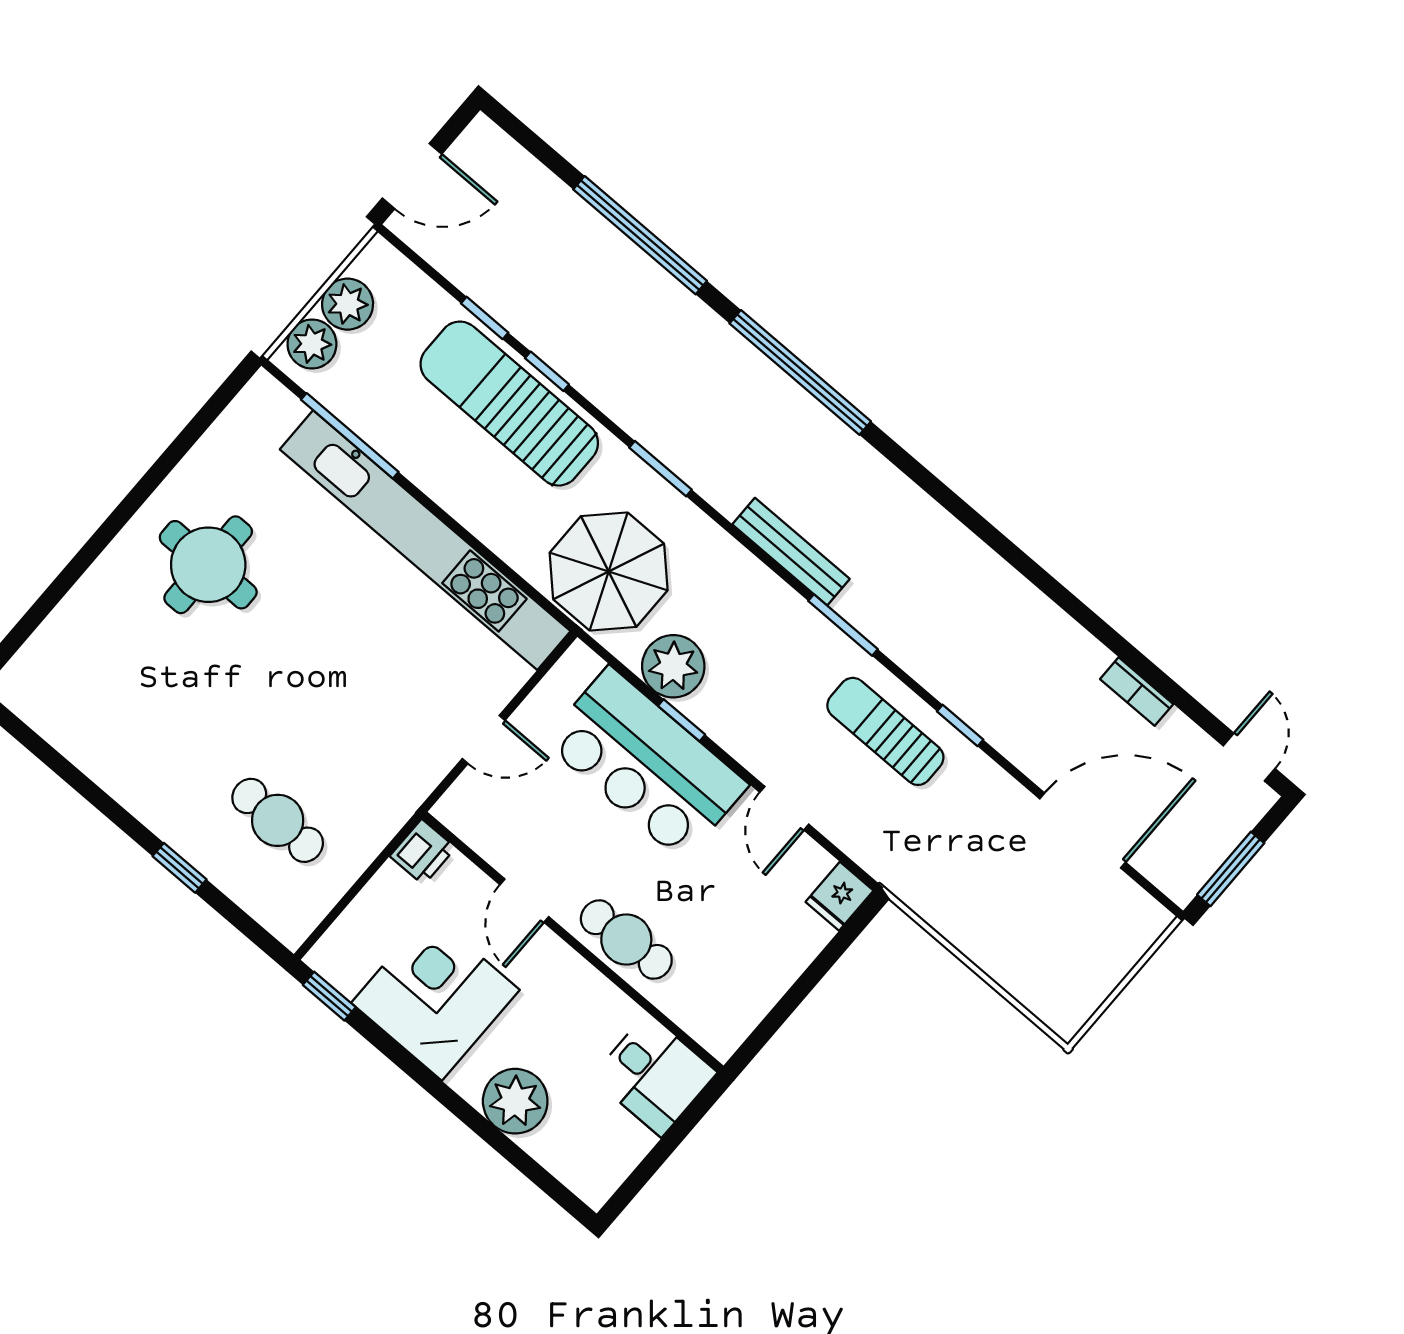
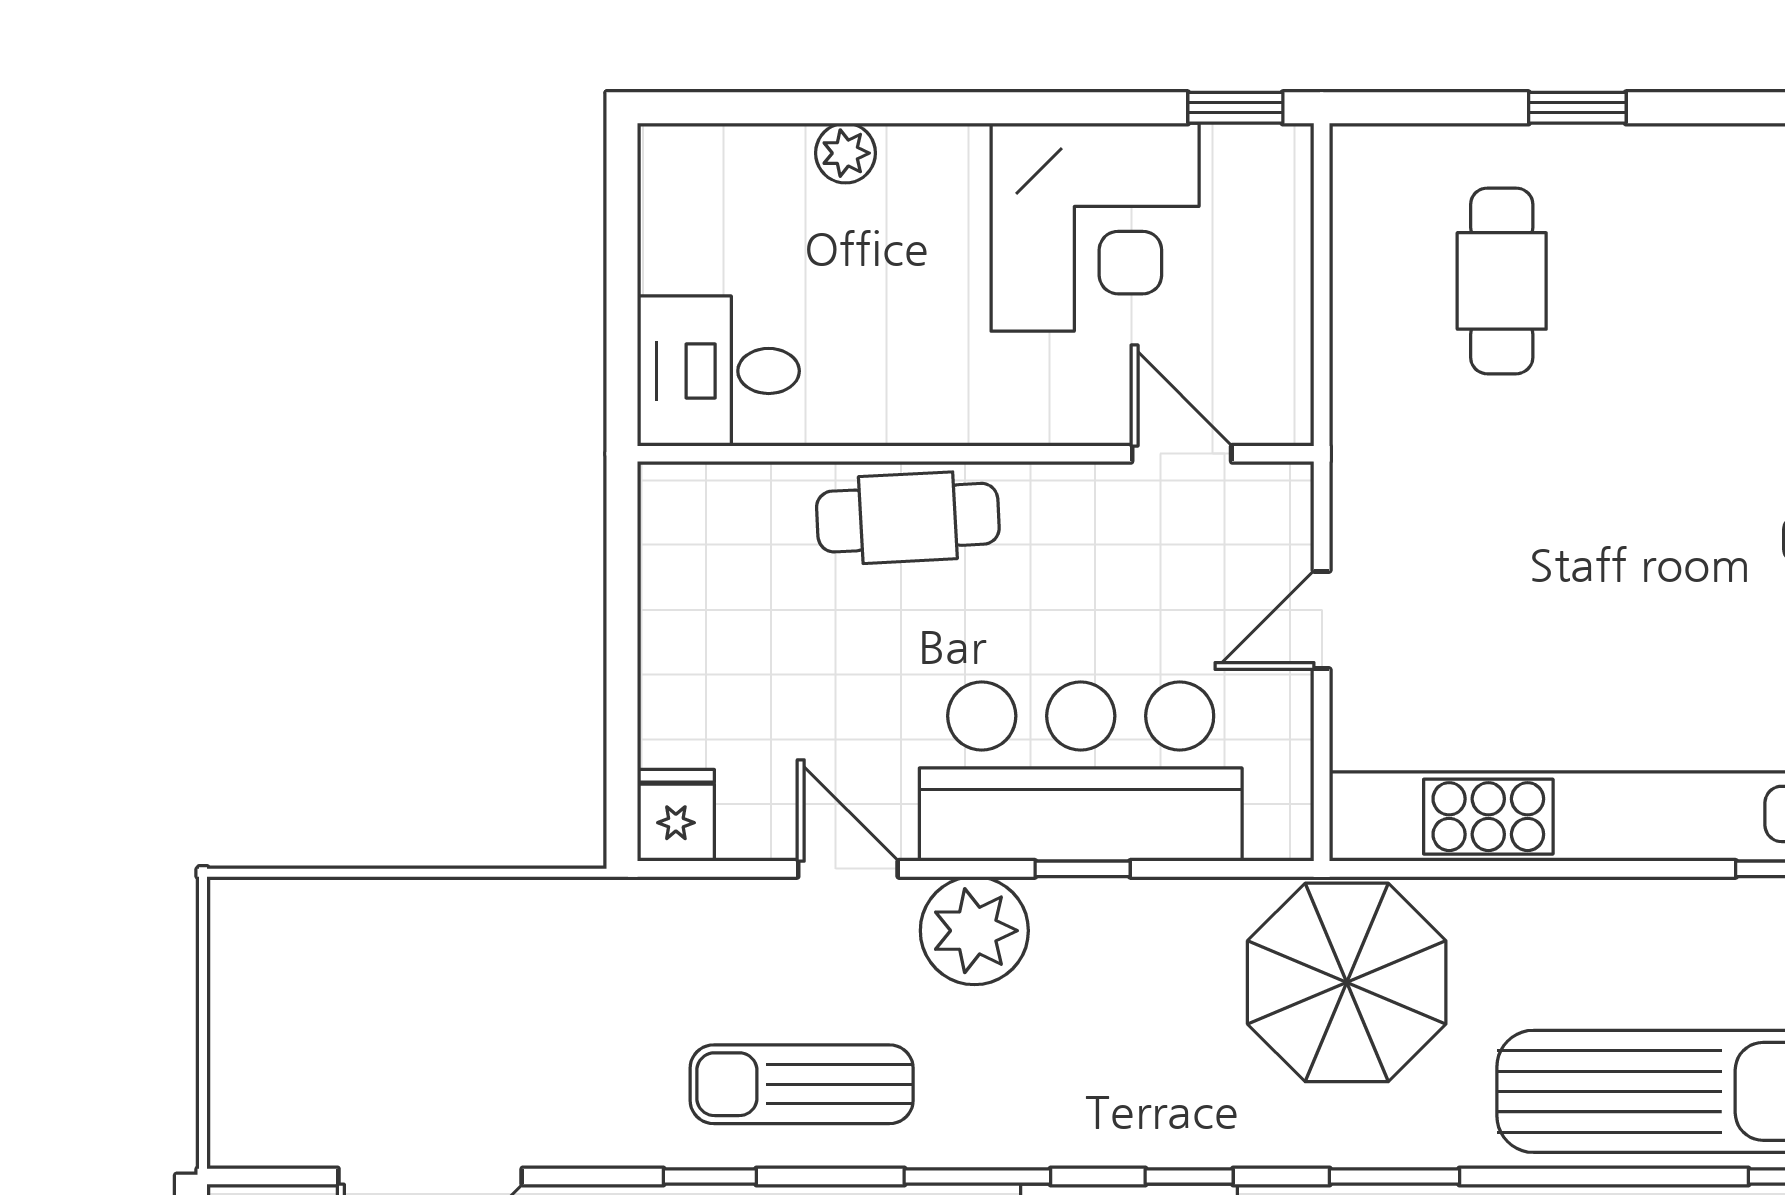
window: (547, 371) -> (1189, 1176), moved
plant: (673, 666) -> (974, 931), moved
sun lounger: (885, 731) -> (802, 1084), turned 180
cafe table: (278, 820) -> (1502, 281), turned 90
printer: (423, 852) -> (1275, 403), removed
door: (524, 901) -> (1182, 454), moved
plant: (515, 1101) -> (846, 153), width x0.53, depth x0.53

